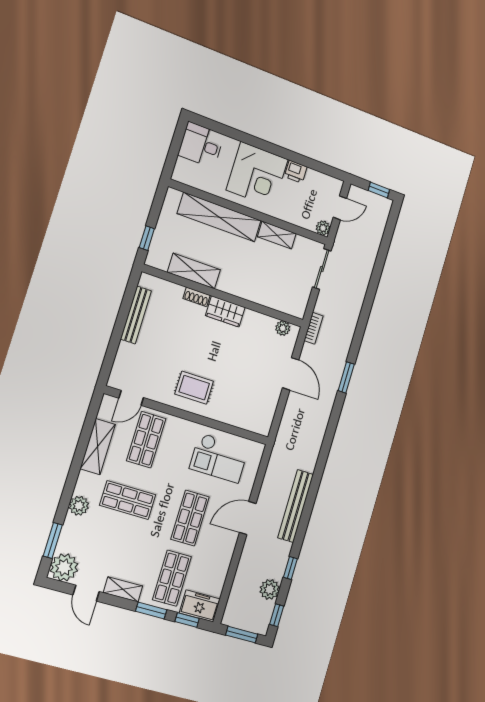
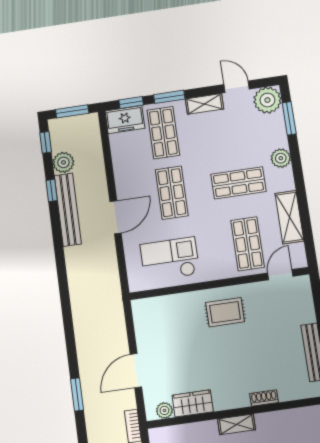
shelving: (194, 271) -> (237, 424), moved, width x0.67, depth x0.75
wardrobe: (225, 311) -> (193, 403), moved
door: (291, 374) -> (136, 371), hinge flipped
bench: (296, 506) -> (68, 210), moved

